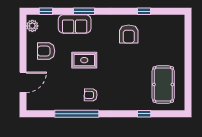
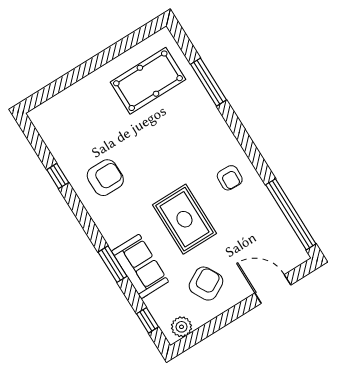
armchair: (46, 51) -> (206, 284), turned -119
rug: (84, 60) -> (184, 219), width x1.36, depth x1.43
window: (77, 114) -> (291, 214), moved
window: (144, 114) -> (208, 82), width x2.17

